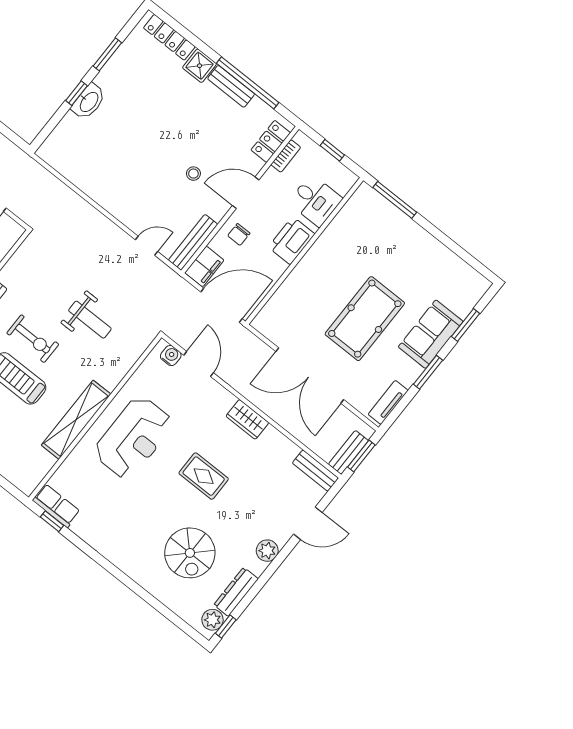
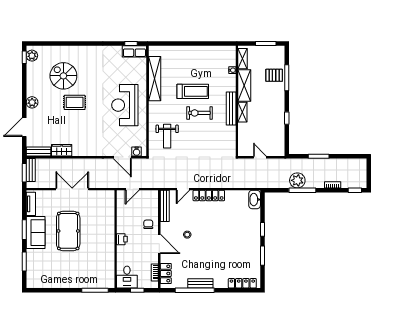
shower: (200, 66) -> (220, 281), removed
washbasin: (89, 102) -> (255, 200), moved
door: (246, 193) -> (159, 244), hinge flipped
desk: (315, 200) -> (127, 277), moved, turned -90
locker: (116, 206) -> (209, 196), added
printer: (292, 241) -> (122, 239), width x0.53, depth x0.68
filing cabinet: (204, 266) -> (152, 200), removed
door: (221, 305) -> (132, 189), width x0.53
weight bench: (90, 320) -> (167, 136), moved, turned -90
sofa: (431, 334) -> (36, 233), moved
double door: (310, 376) -> (72, 189), width x0.73
wardrobe: (247, 419) -> (62, 150), moved
shelving: (76, 420) -> (155, 79), moved
rug: (204, 476) -> (75, 102), moved
dresser: (236, 592) -> (31, 75), removed

